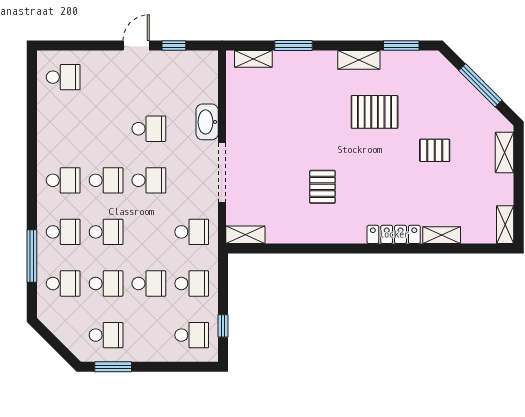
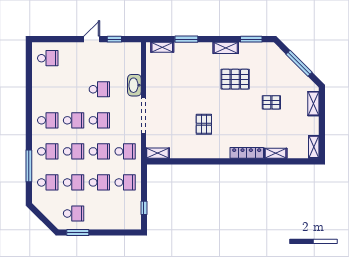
school desk: (192, 335) -> (99, 151), moved

